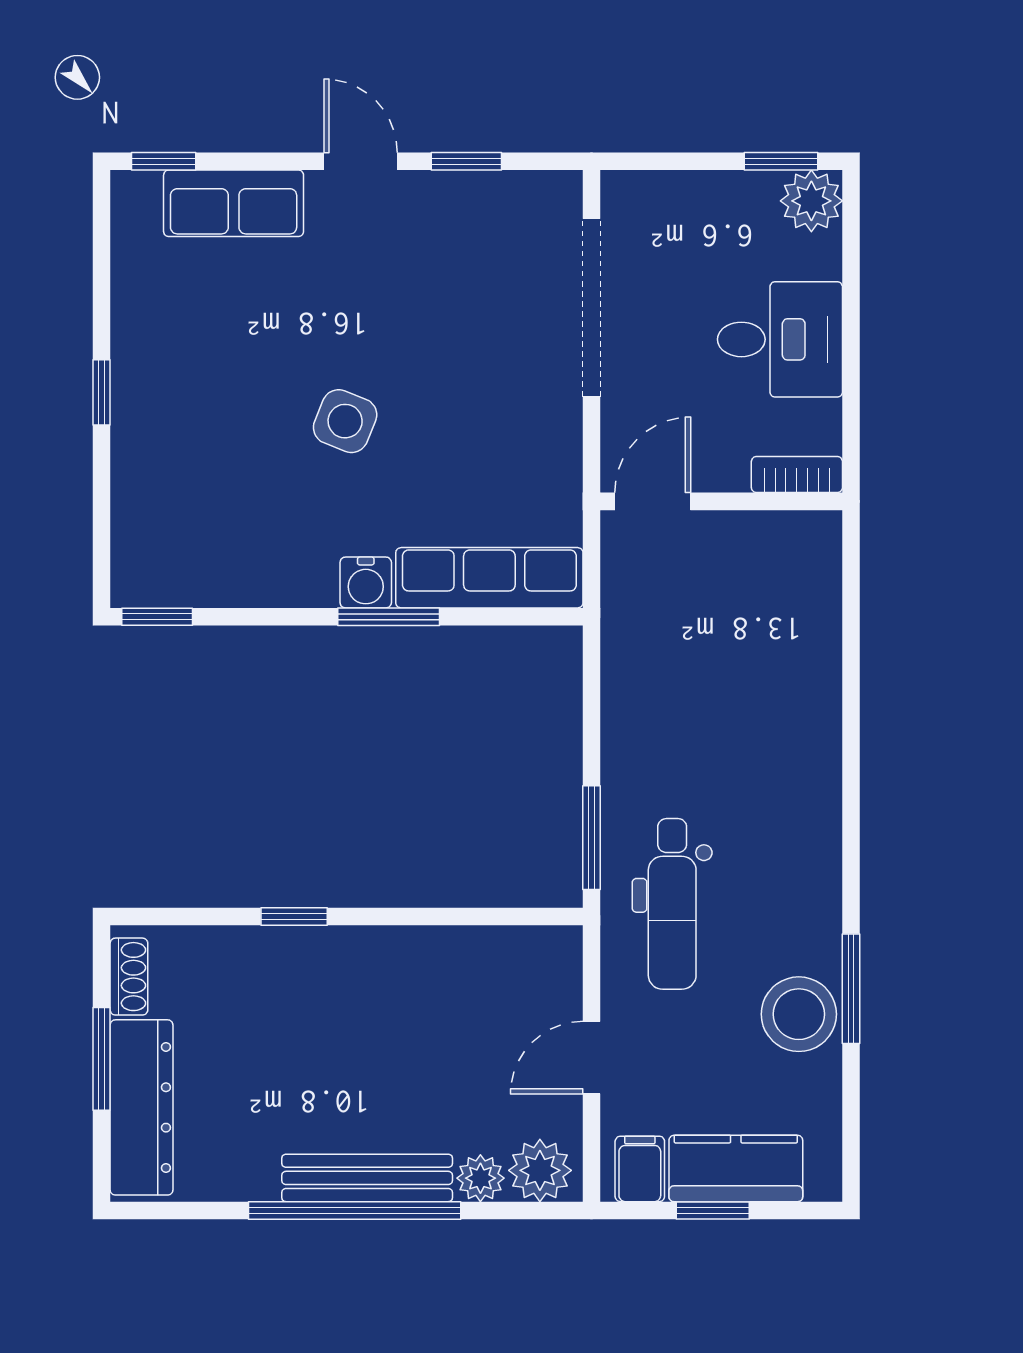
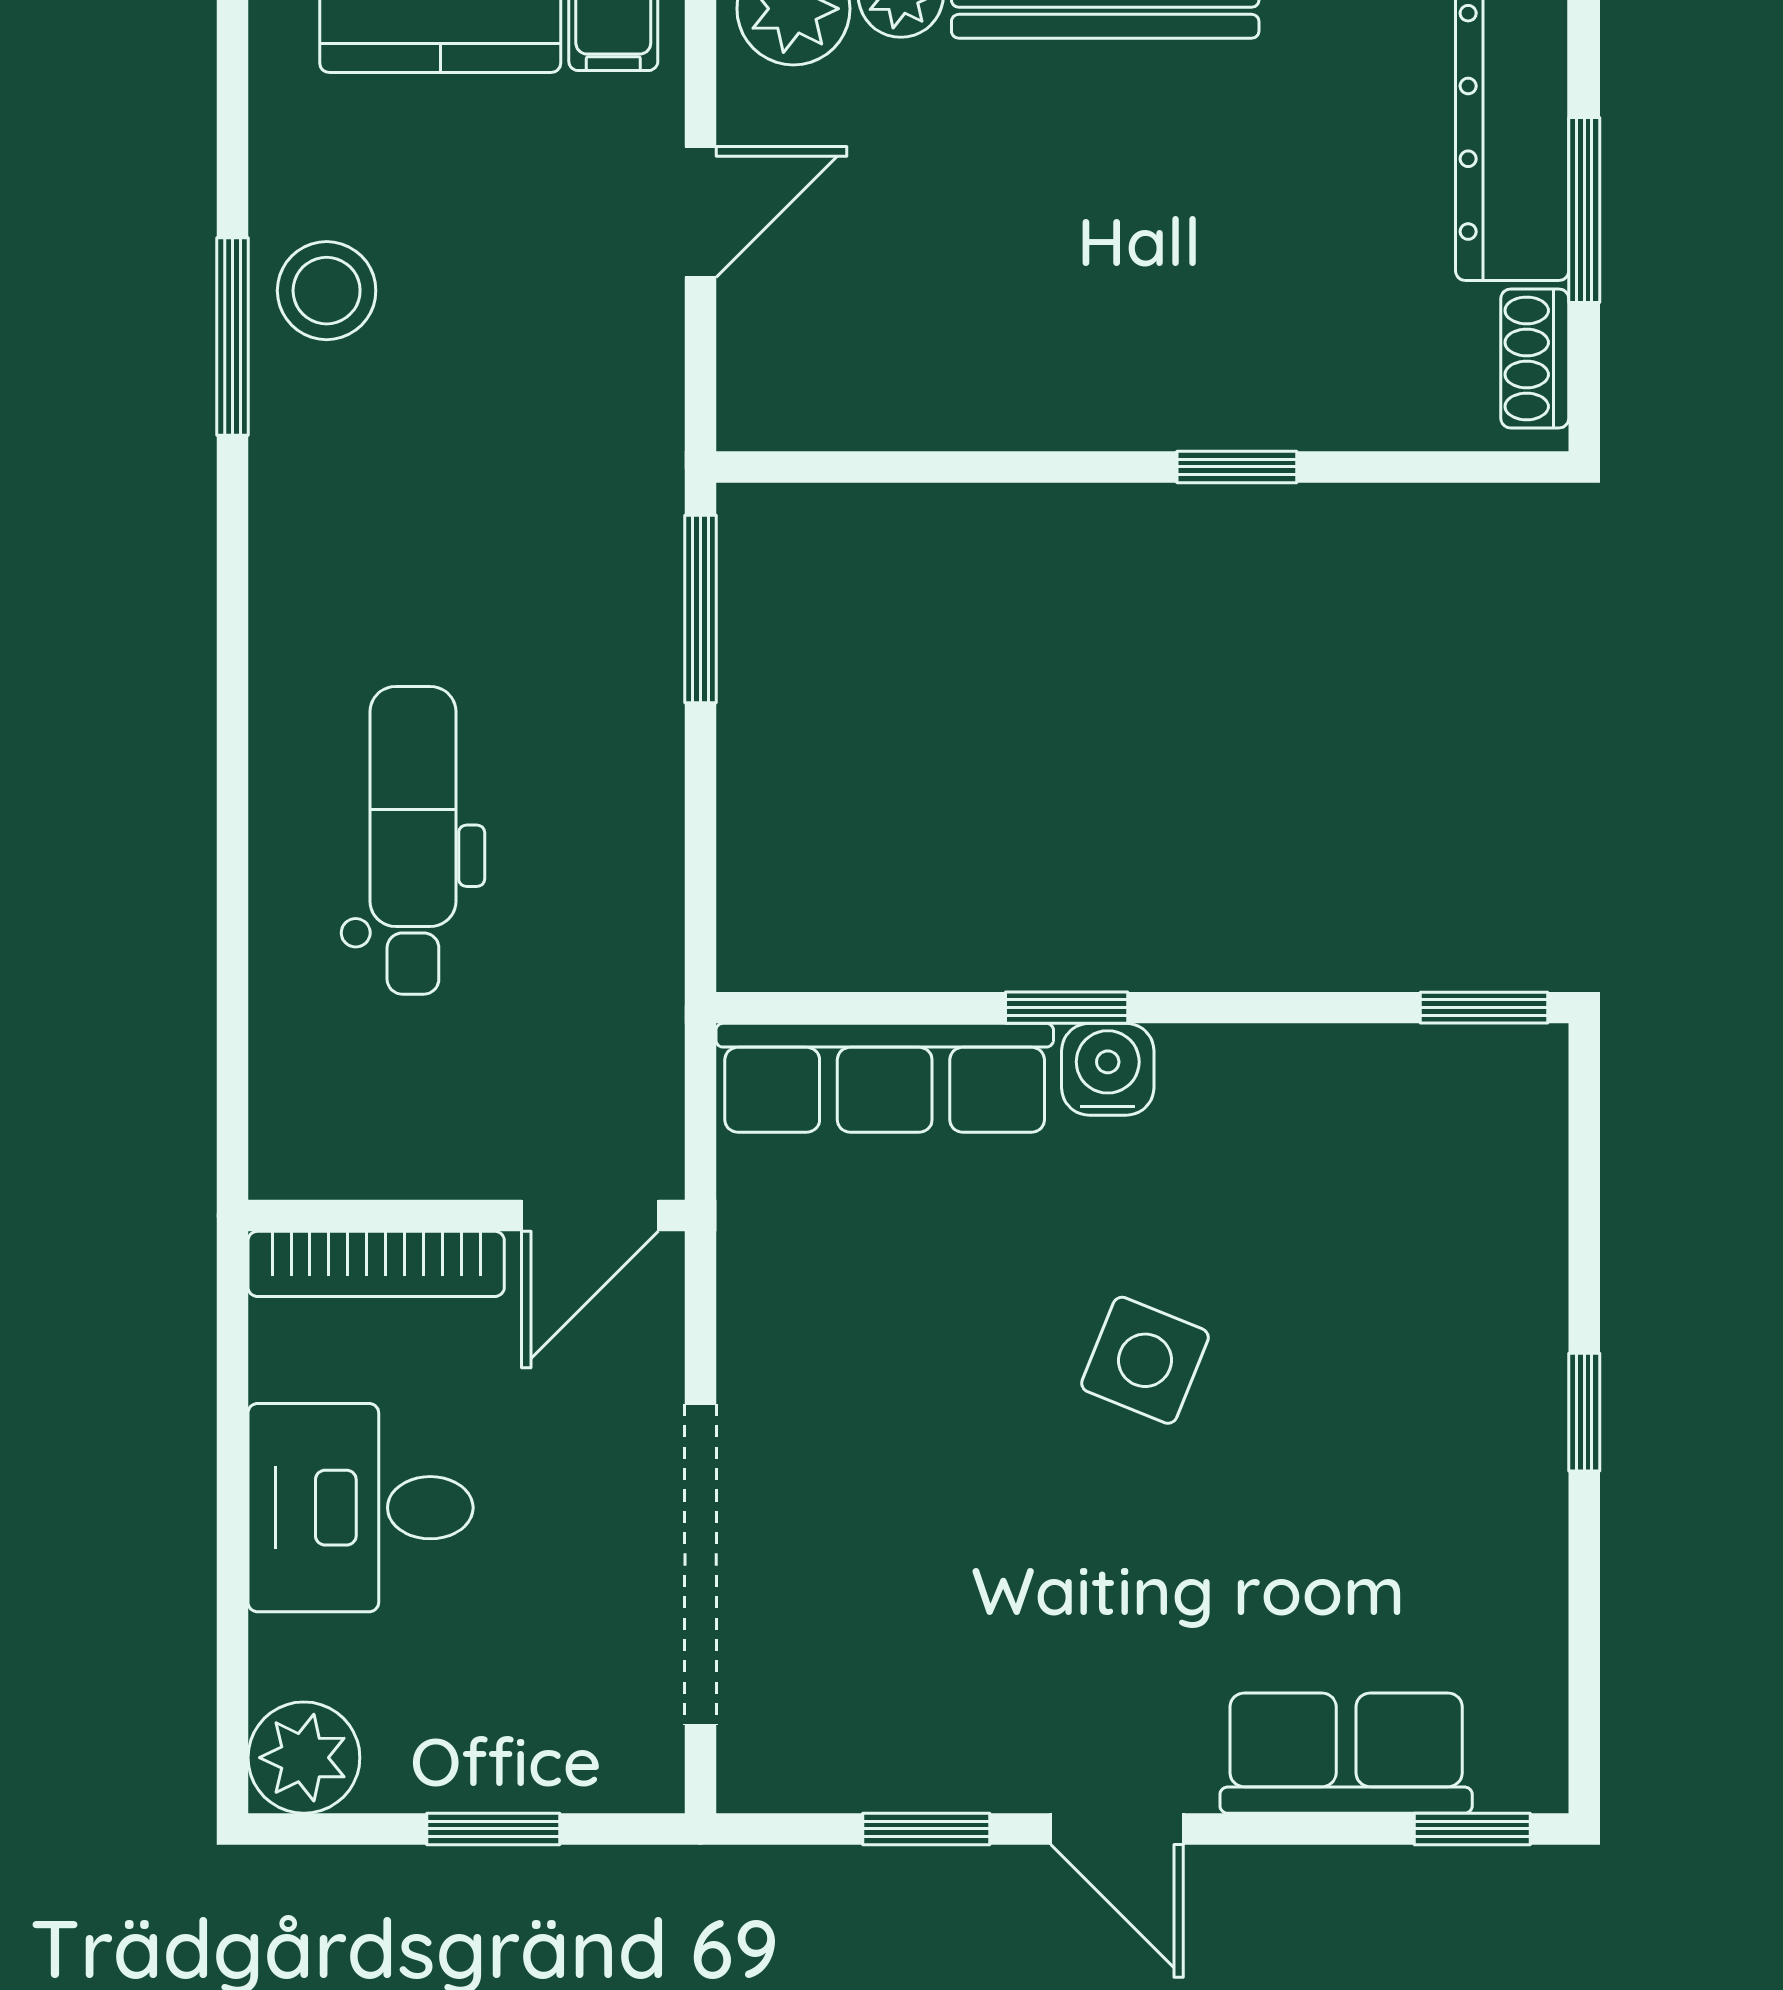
window: (781, 161) -> (493, 1829), moved
bookcase: (797, 475) -> (376, 1264), width x1.56
window: (389, 617) -> (1067, 1008), width x0.67
dental chair: (672, 904) -> (413, 840), moved
stool: (799, 1014) -> (327, 291), width x0.73, depth x0.73

